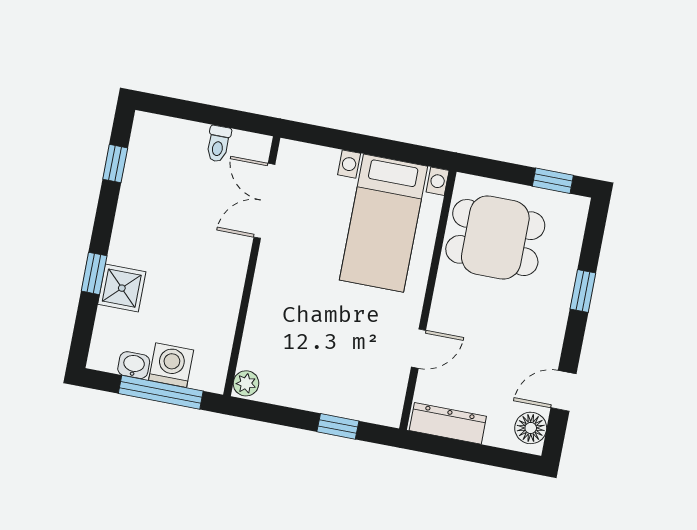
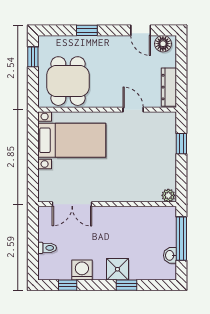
toilet: (218, 144) -> (47, 248), moved
shower: (122, 288) -> (117, 269), moved
washing machine: (171, 365) -> (82, 270), moved, turned 90

